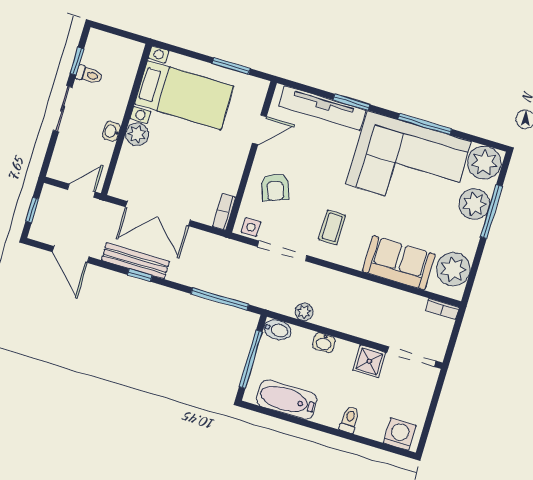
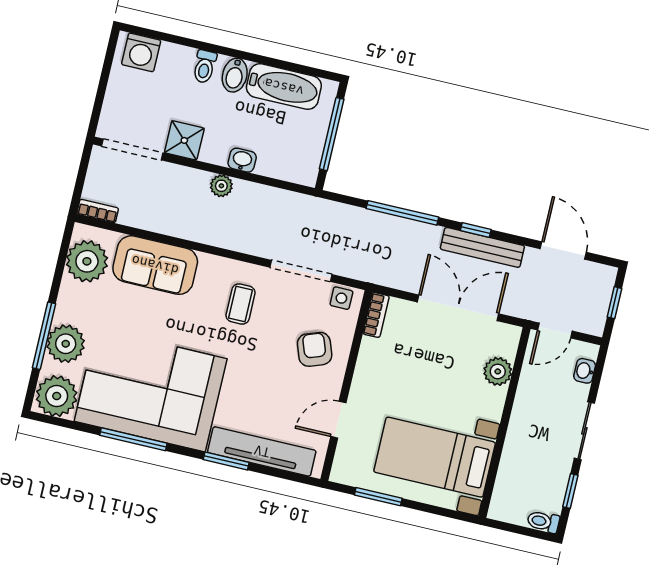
toilet: (89, 75) -> (543, 522), moved
washbasin: (111, 131) -> (585, 371), moved, turned 180
plant: (137, 134) -> (498, 371), moved
window: (220, 299) -> (402, 213), moved
plant: (304, 312) -> (221, 186), moved
bidet: (277, 330) -> (235, 75), moved, turned -90

